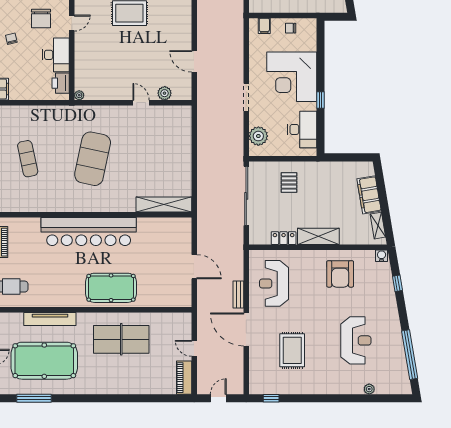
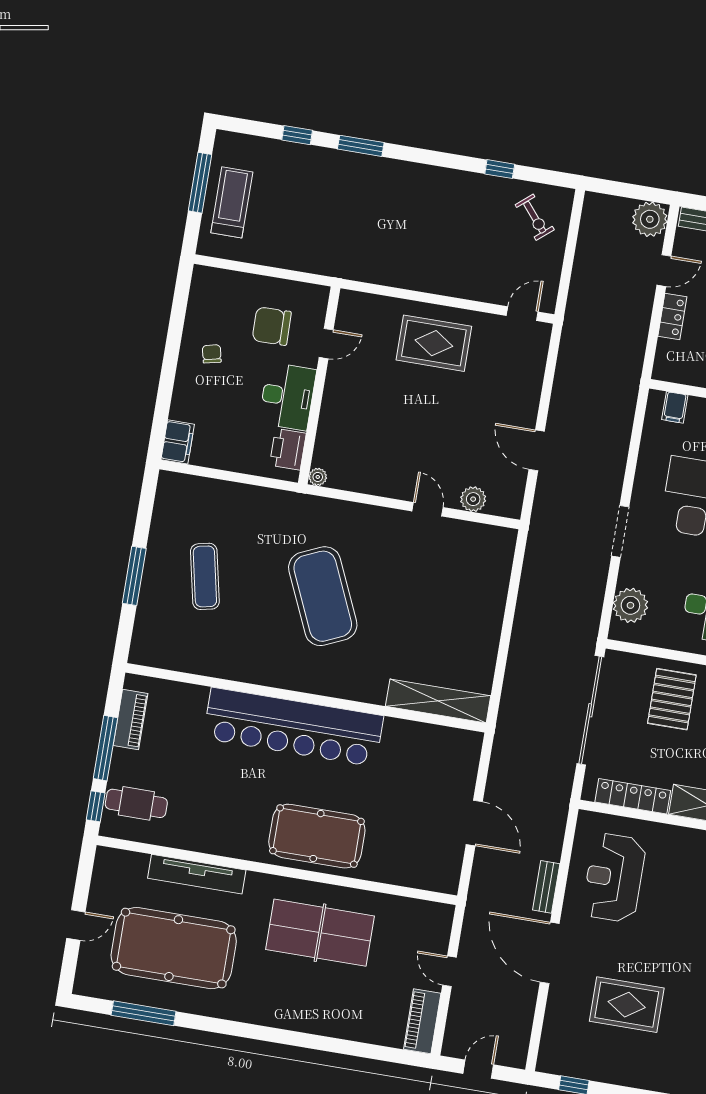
chair: (41, 19) -> (272, 326), turned 89
exercise mat: (93, 159) -> (323, 596), turned -36
pallet: (289, 183) -> (672, 699), width x1.50, depth x1.42
locker: (284, 238) -> (633, 796), width x1.53
rug: (292, 350) -> (627, 1005), turned 90

